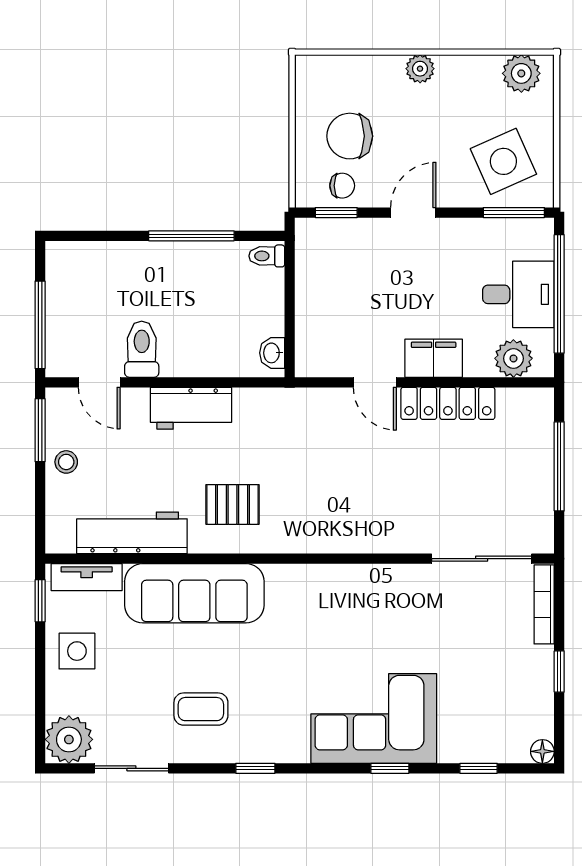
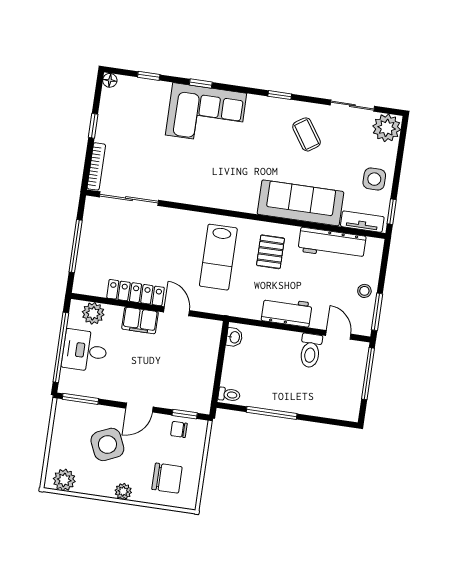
chair: (350, 136) -> (167, 478), moved
side table: (503, 161) -> (107, 444), moved
lab bench: (318, 483) -> (218, 257), added
pallet: (232, 504) -> (271, 252), turned 90
coffee table: (201, 709) -> (307, 134), turned 56

